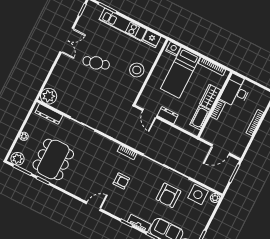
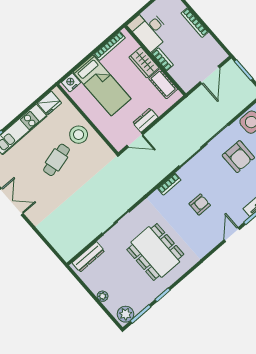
cafe table: (96, 63) -> (57, 160), moved
plant: (49, 96) -> (68, 249), removed
dining table: (53, 159) -> (155, 252), moved
door: (93, 206) -> (232, 235), moved

